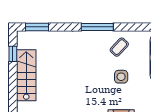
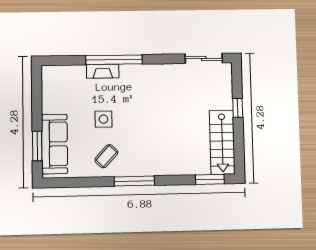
window: (13, 54) -> (238, 108), moved
stairs: (26, 75) -> (222, 142), moved

